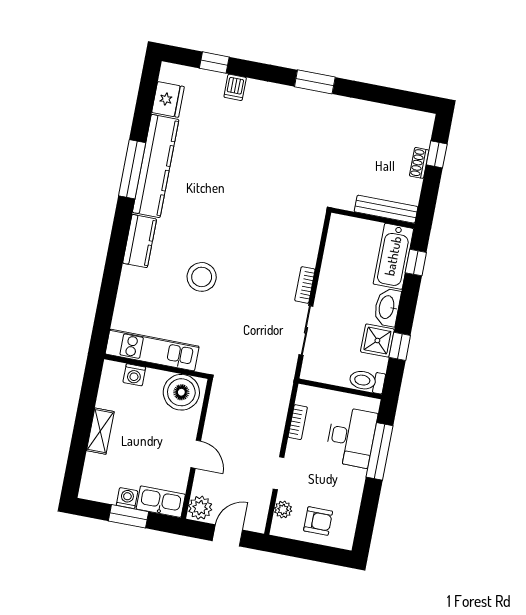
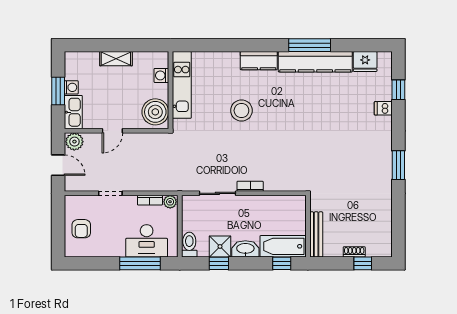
plant: (283, 510) -> (170, 202), moved

